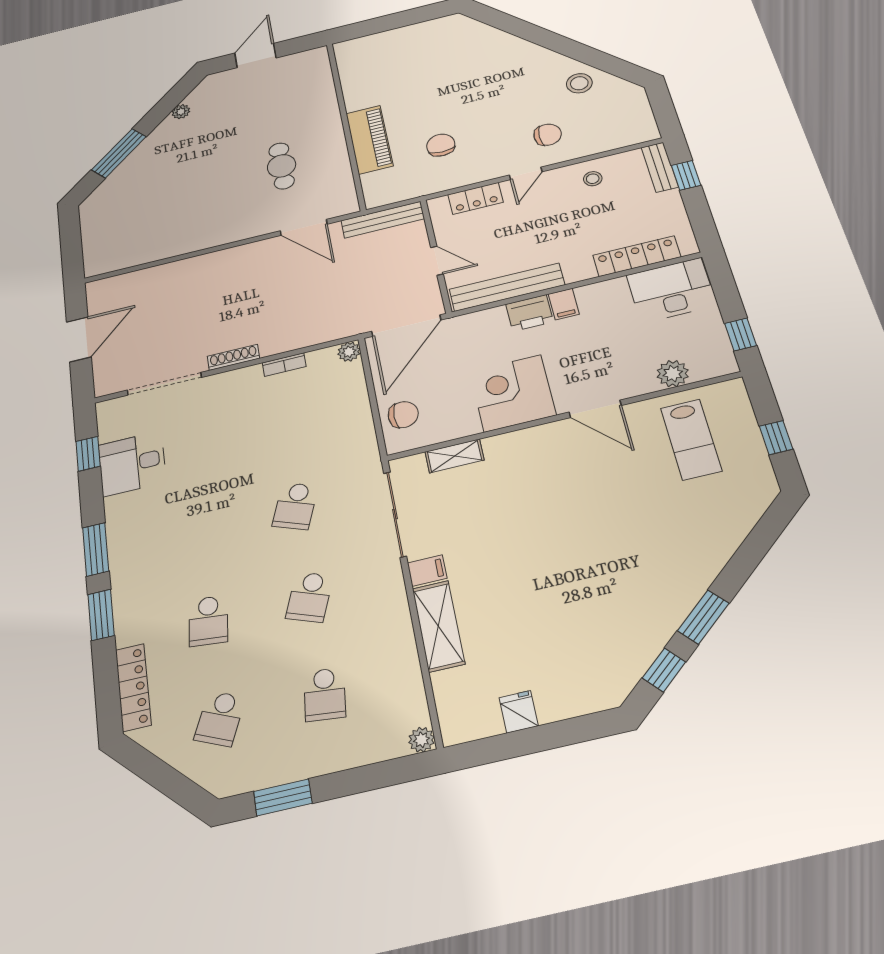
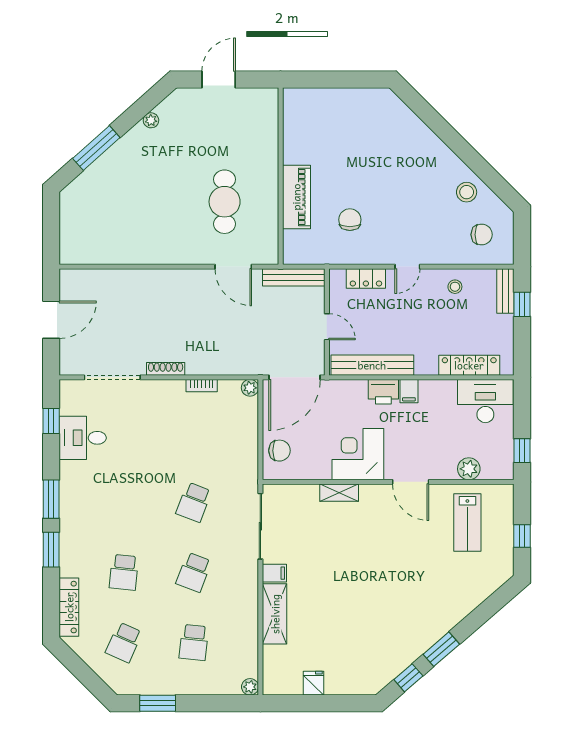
chair: (548, 135) -> (482, 235), moved
cafe table: (282, 166) -> (225, 202), width x1.37, depth x1.35
shelving: (455, 456) -> (339, 493), moved

